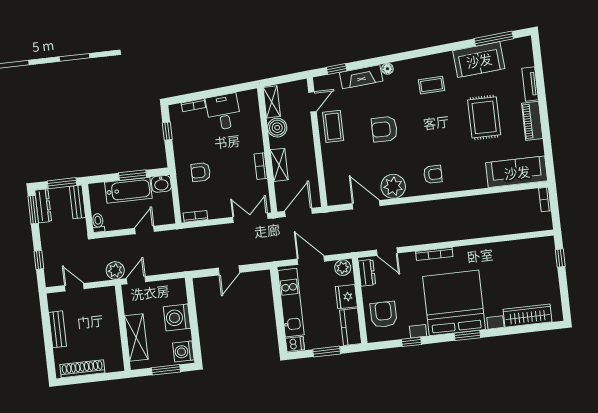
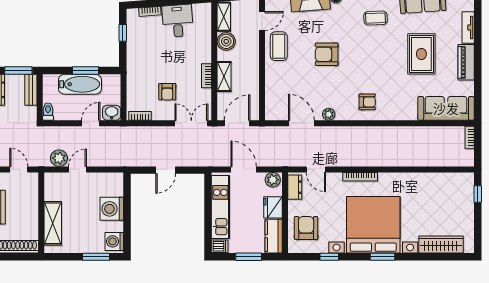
armchair: (201, 172) -> (167, 92), moved, turned -90
washbasin: (161, 184) -> (112, 113), moved, turned 180
plant: (393, 186) -> (329, 114), width x0.53, depth x0.53
wall: (123, 328) -> (41, 213), moved
shelving: (136, 338) -> (53, 223), moved

